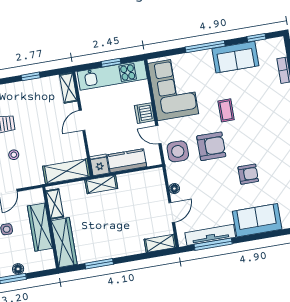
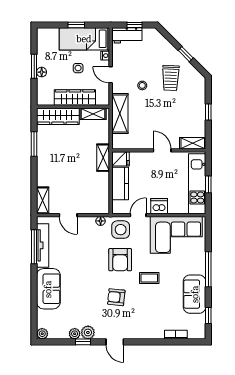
shelving: (66, 171) -> (120, 113), moved
armchair: (248, 174) -> (116, 297), moved, turned 96
floor lamp: (174, 189) -> (101, 221), moved

